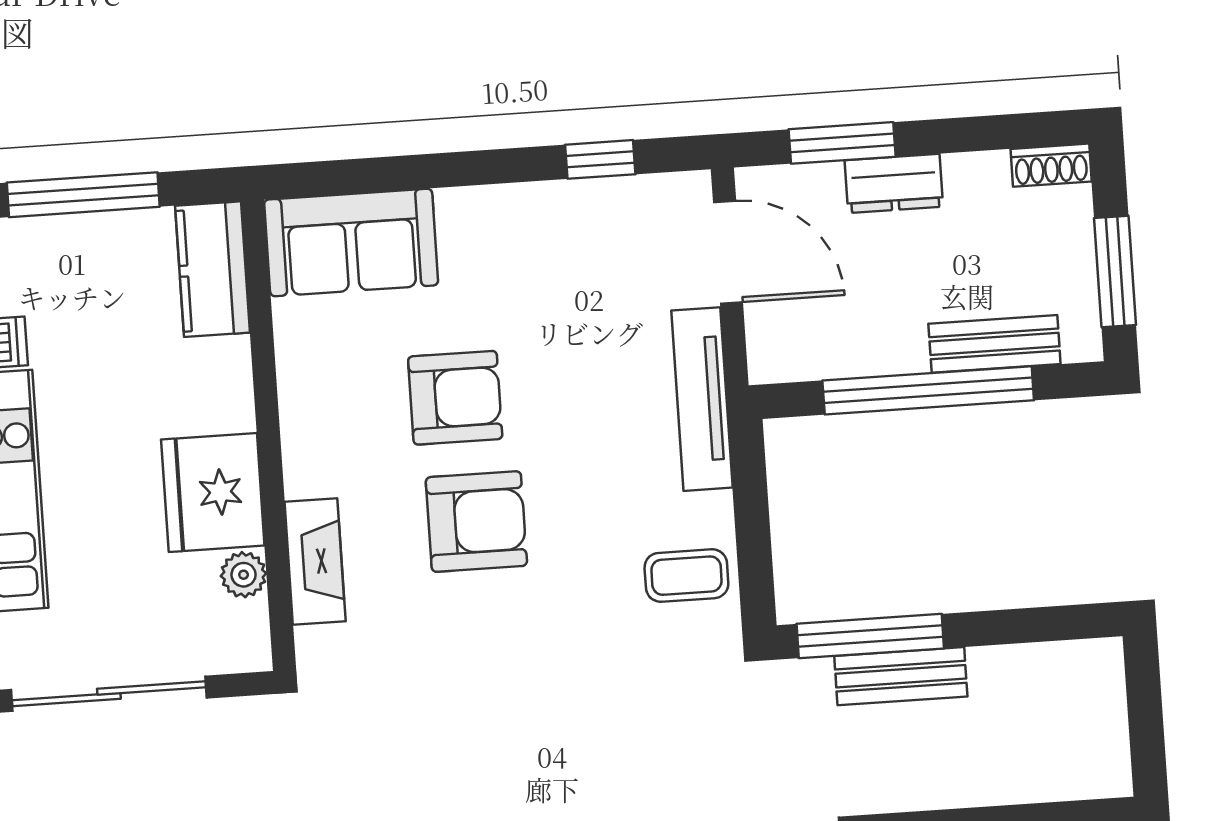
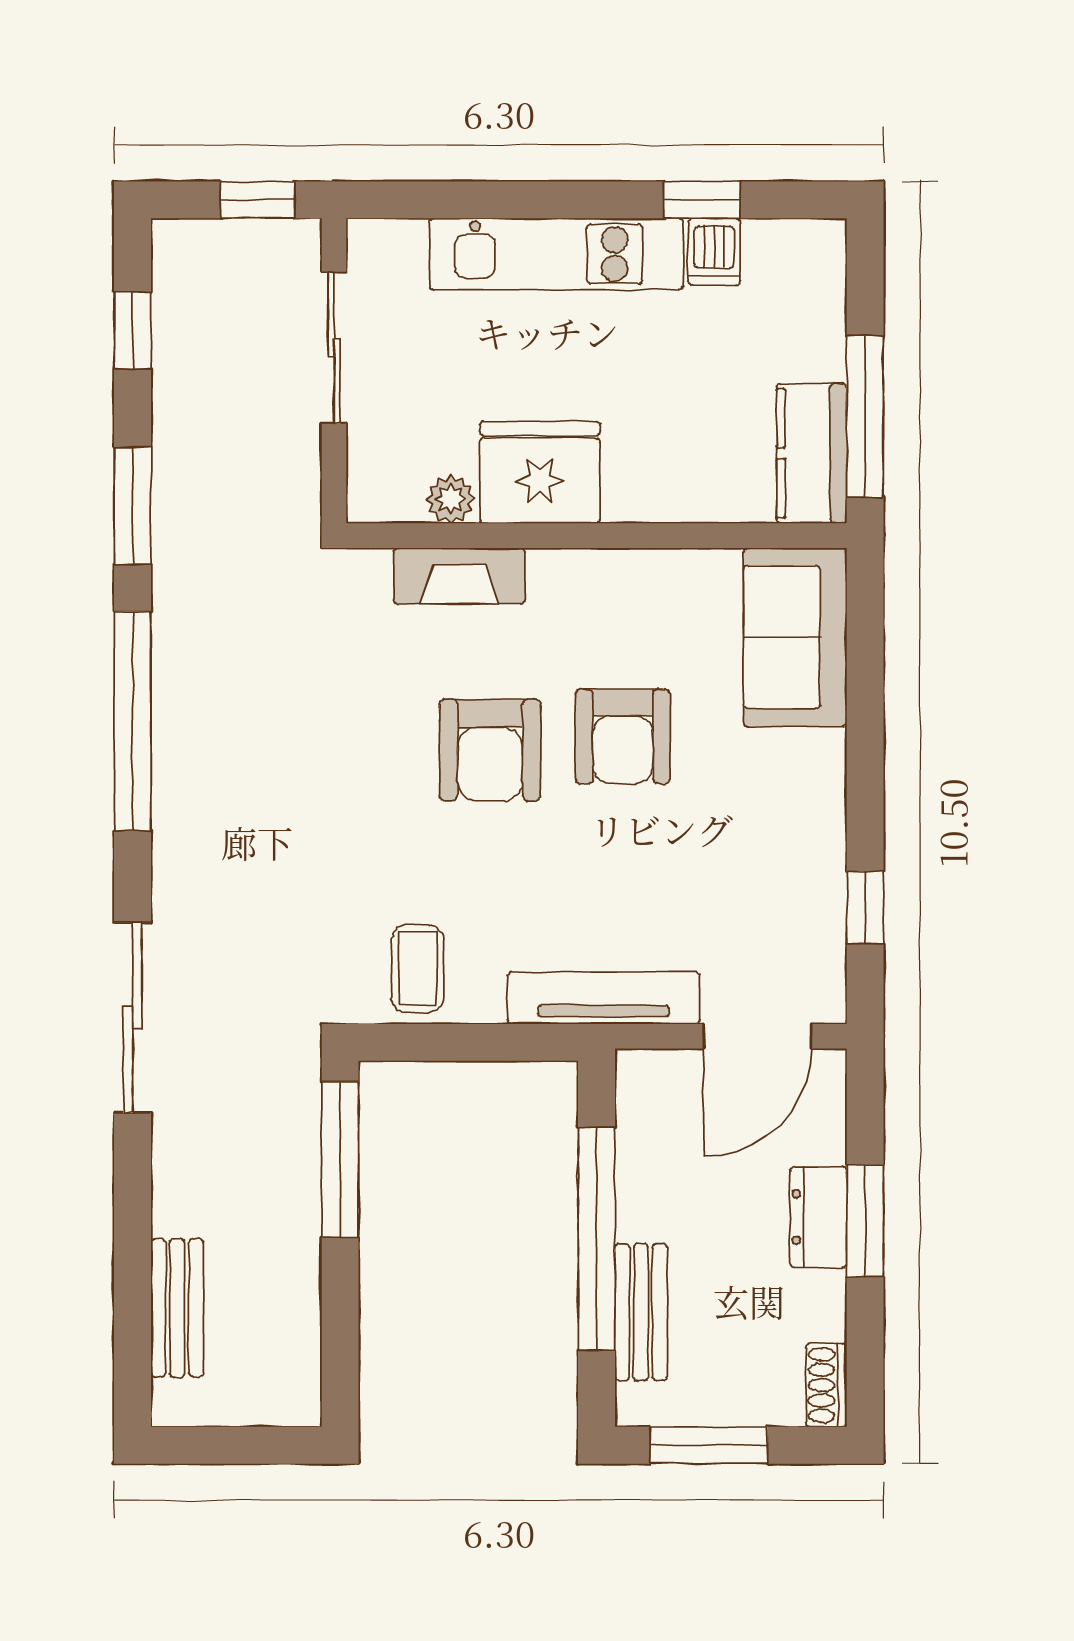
window: (842, 143) -> (865, 1221), moved
window: (83, 195) -> (865, 416), moved
kitchen counter: (213, 269) -> (812, 453), moved, turned -90
bench: (901, 676) -> (177, 1308), moved
sliding door: (109, 694) -> (334, 348), width x0.73

